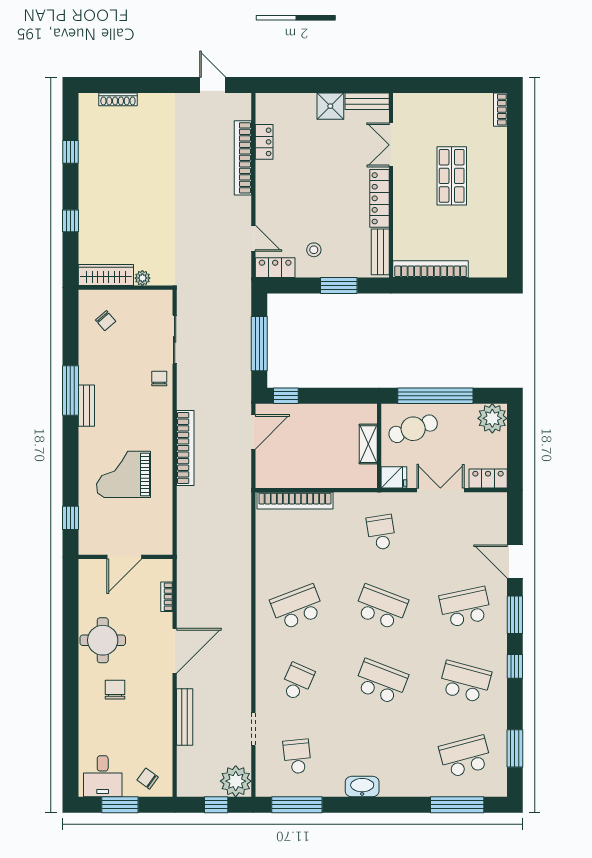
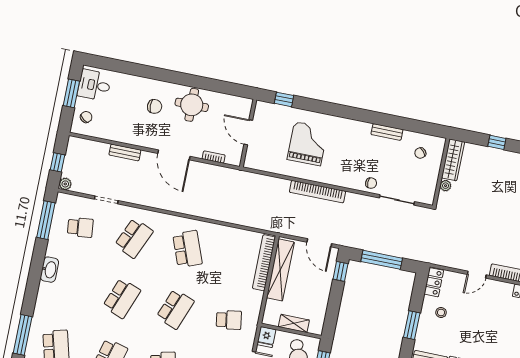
door: (253, 238) -> (477, 275), moved
window: (70, 391) -> (375, 118), removed
bench: (86, 406) -> (387, 132), moved
shelving: (300, 477) -> (280, 270), added
school desk: (297, 682) -> (134, 238), width x1.85
bench: (185, 717) -> (125, 152), width x0.73
plant: (236, 781) -> (65, 184), width x0.53, depth x0.53

